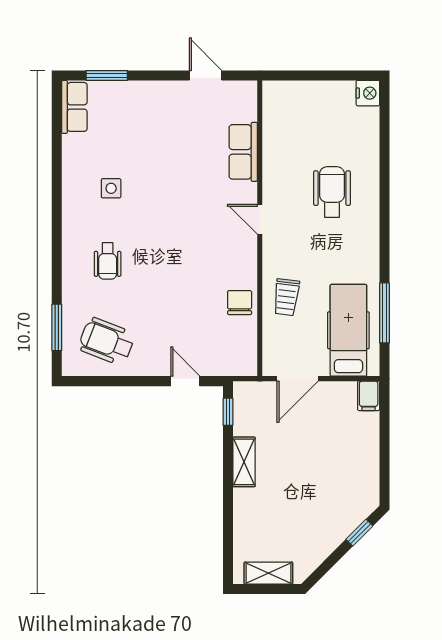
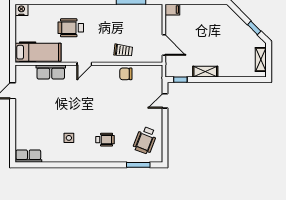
window: (107, 75) -> (13, 140), removed
hospital bed: (348, 330) -> (38, 52), moved, turned 180
window: (359, 533) -> (254, 28), moved

